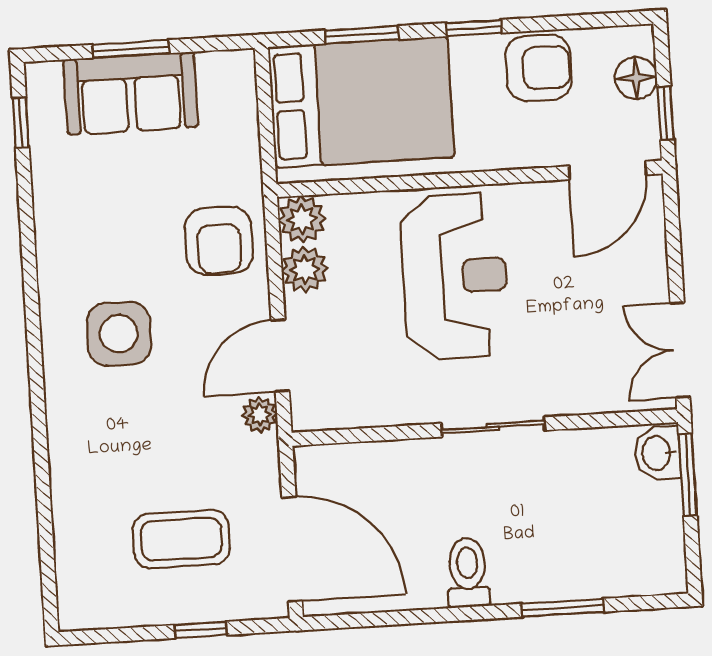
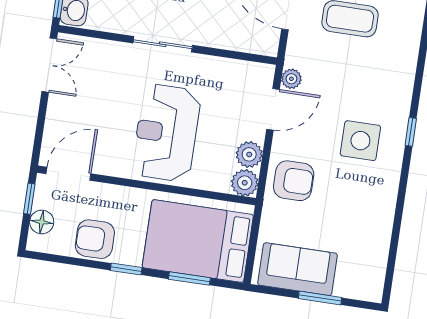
sofa: (131, 93) -> (298, 269), moved
window: (21, 122) -> (411, 132), moved
armchair: (219, 241) -> (294, 181), turned 90

